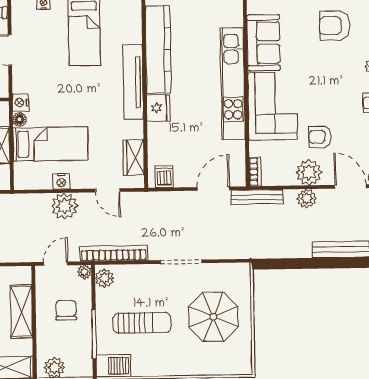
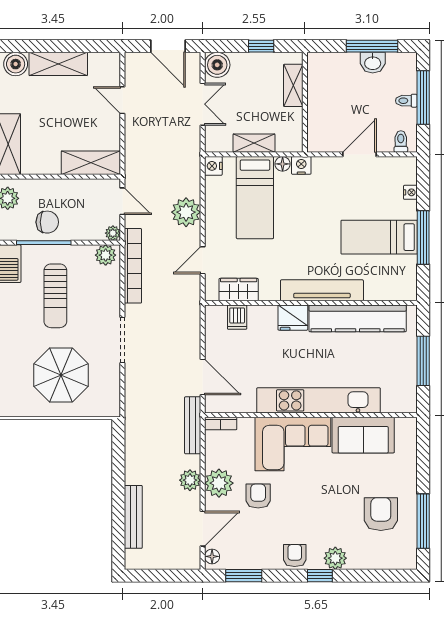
dishwasher: (164, 177) -> (237, 317), moved, turned 90
nightstand: (61, 181) -> (213, 166), moved
chair: (66, 310) -> (47, 222), moved
shelving: (21, 311) -> (91, 163), moved

